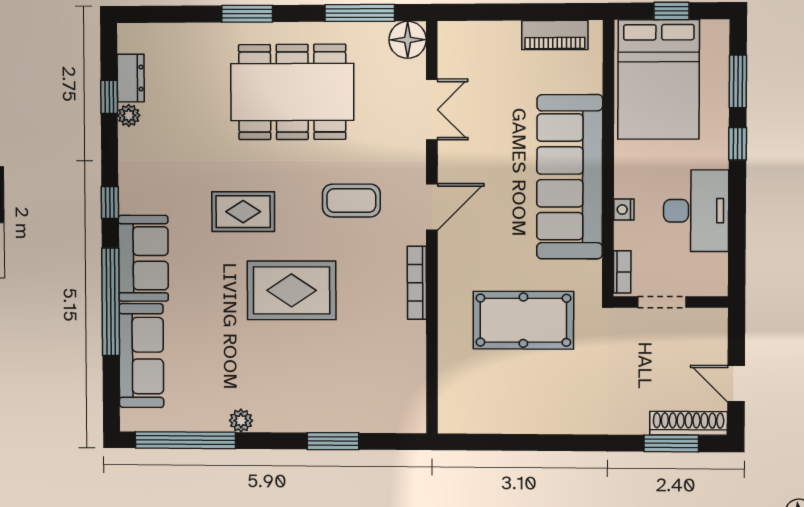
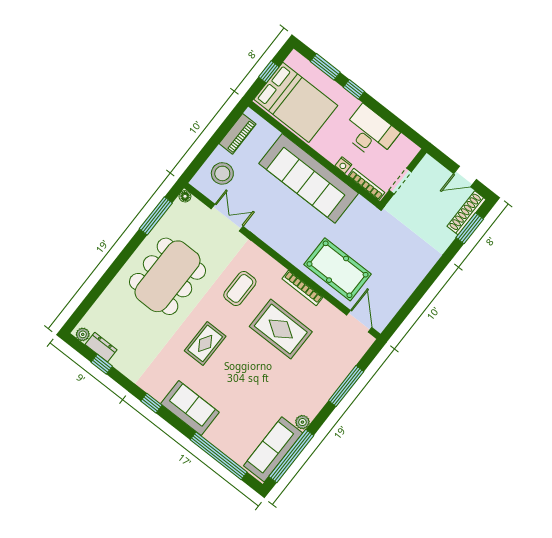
window: (247, 14) -> (114, 269), removed
floor lamp: (408, 40) -> (185, 196), width x0.53, depth x0.53
stool: (486, 57) -> (222, 173), added
plant: (129, 115) -> (83, 334), moved
door: (432, 207) -> (359, 321), moved
bookcase: (622, 272) -> (366, 184), width x1.56
rug: (292, 290) -> (281, 329), moved, turned 90
window: (111, 302) -> (219, 456), moved
pool table: (523, 320) -> (338, 269), moved, turned 90
sofa: (141, 356) -> (273, 449), moved, turned -90
window: (333, 441) -> (346, 386), width x1.44

